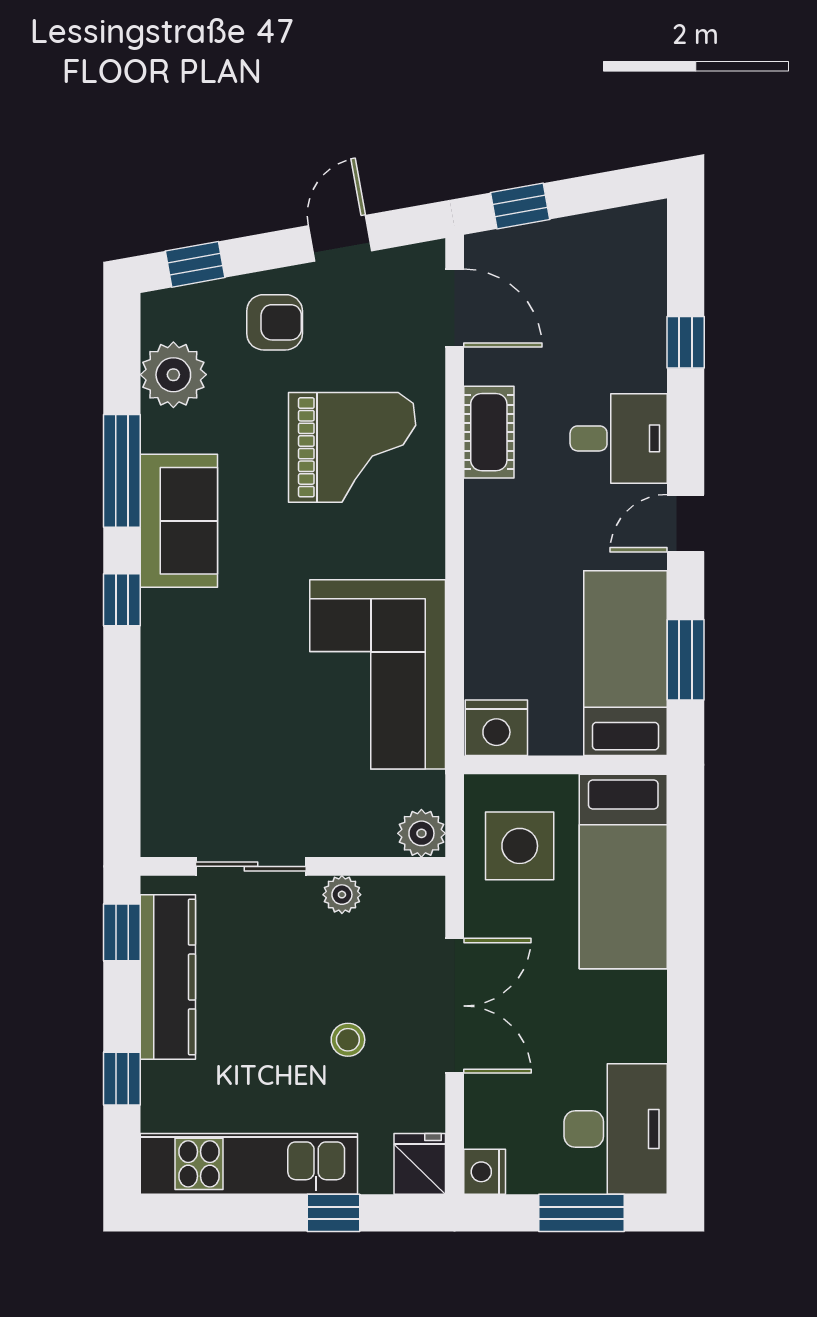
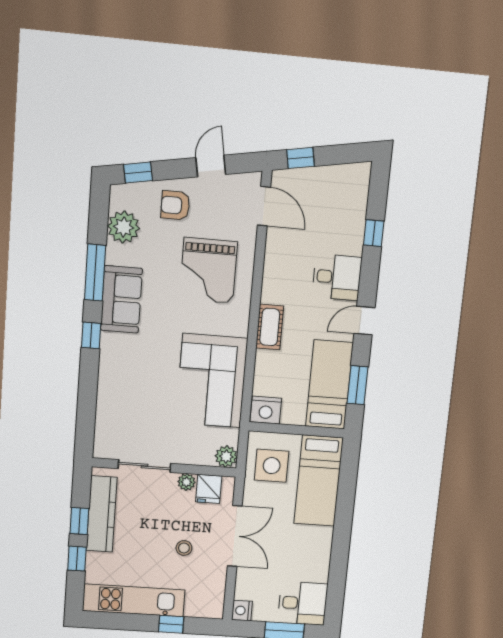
armchair: (275, 322) -> (175, 205), turned 180
cot: (489, 432) -> (270, 327), moved
grand piano: (352, 447) -> (208, 271), turned 90
window: (122, 932) -> (79, 521), moved
desk: (616, 1129) -> (303, 603), width x0.73
fridge: (420, 1164) -> (209, 489), moved, turned 180

